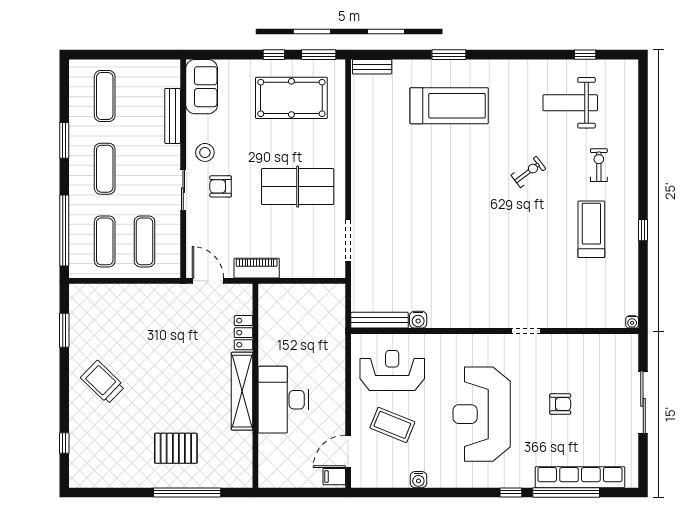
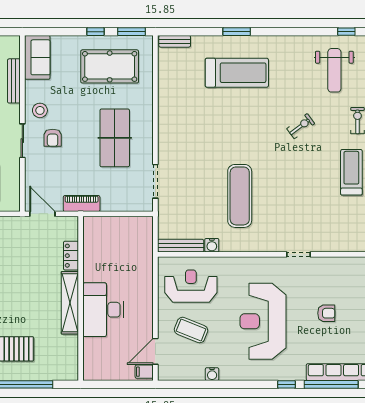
weight bench: (570, 103) -> (334, 70), turned -90
armchair: (221, 186) -> (53, 138), turned -90
table tennis table: (298, 187) -> (115, 138), turned 90
exercise mat: (453, 259) -> (240, 196), added

